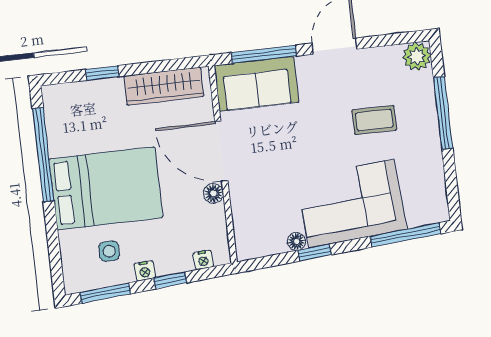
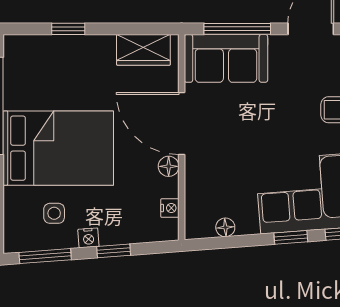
wardrobe: (164, 86) -> (143, 50), width x0.67
floor lamp: (297, 241) -> (225, 227), moved
window: (315, 253) -> (291, 237), moved
nightstand: (203, 260) -> (170, 208), moved, turned -86

